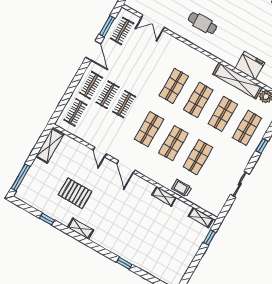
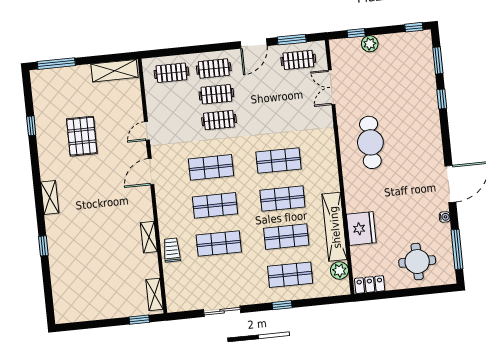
cafe table: (202, 23) -> (370, 142), width x1.37, depth x1.35
shelving: (80, 229) -> (50, 197), moved

